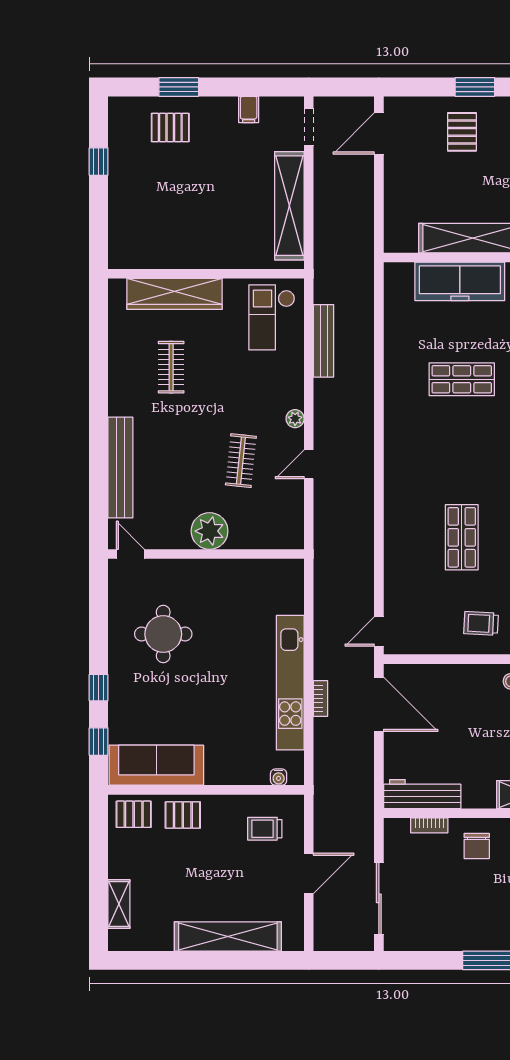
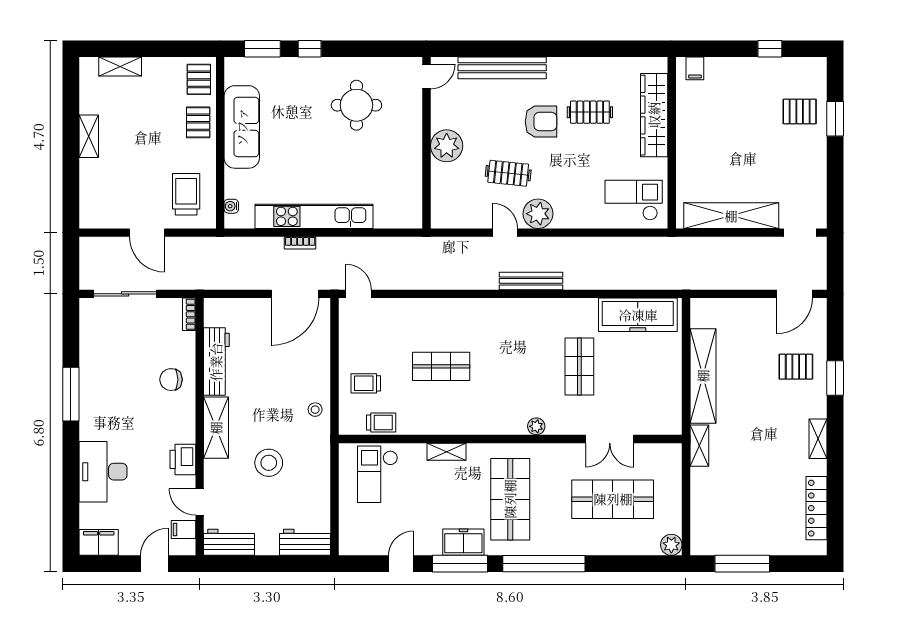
filing cabinet: (249, 109) -> (695, 68), moved, turned -90
pallet: (170, 128) -> (800, 111), turned 90
door: (379, 134) -> (794, 294), swing flipped
freezer: (460, 281) -> (638, 315), moved, turned -90
bench: (324, 341) -> (531, 281), moved
plant: (295, 419) -> (538, 214), width x1.87, depth x1.87
armchair: (182, 423) -> (541, 122), added
trolley: (481, 623) -> (366, 383), turned -93
window: (99, 742) -> (262, 49), width x1.50
sofa: (156, 765) -> (242, 127), moved
workbench: (422, 794) -> (216, 362), moved
bookcase: (429, 825) -> (189, 314), moved
trolley: (265, 829) -> (186, 194), width x1.36, depth x1.39
shelving: (228, 936) -> (89, 136), width x0.45, depth x0.75

